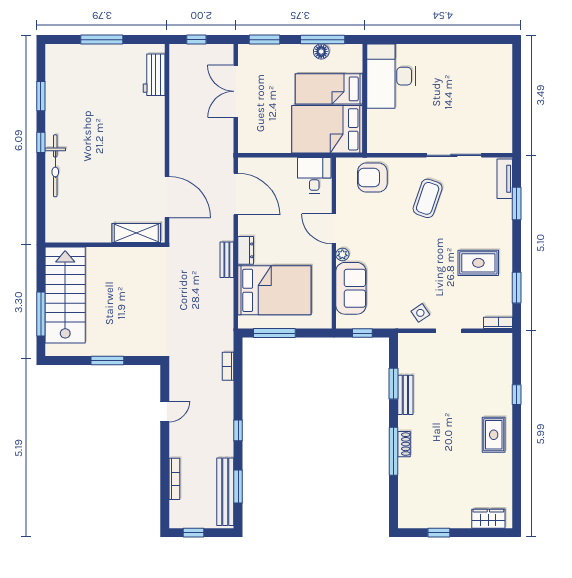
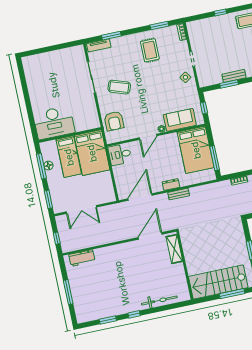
bicycle: (55, 166) -> (159, 300), moved
bed: (274, 290) -> (196, 150), moved, turned 180

